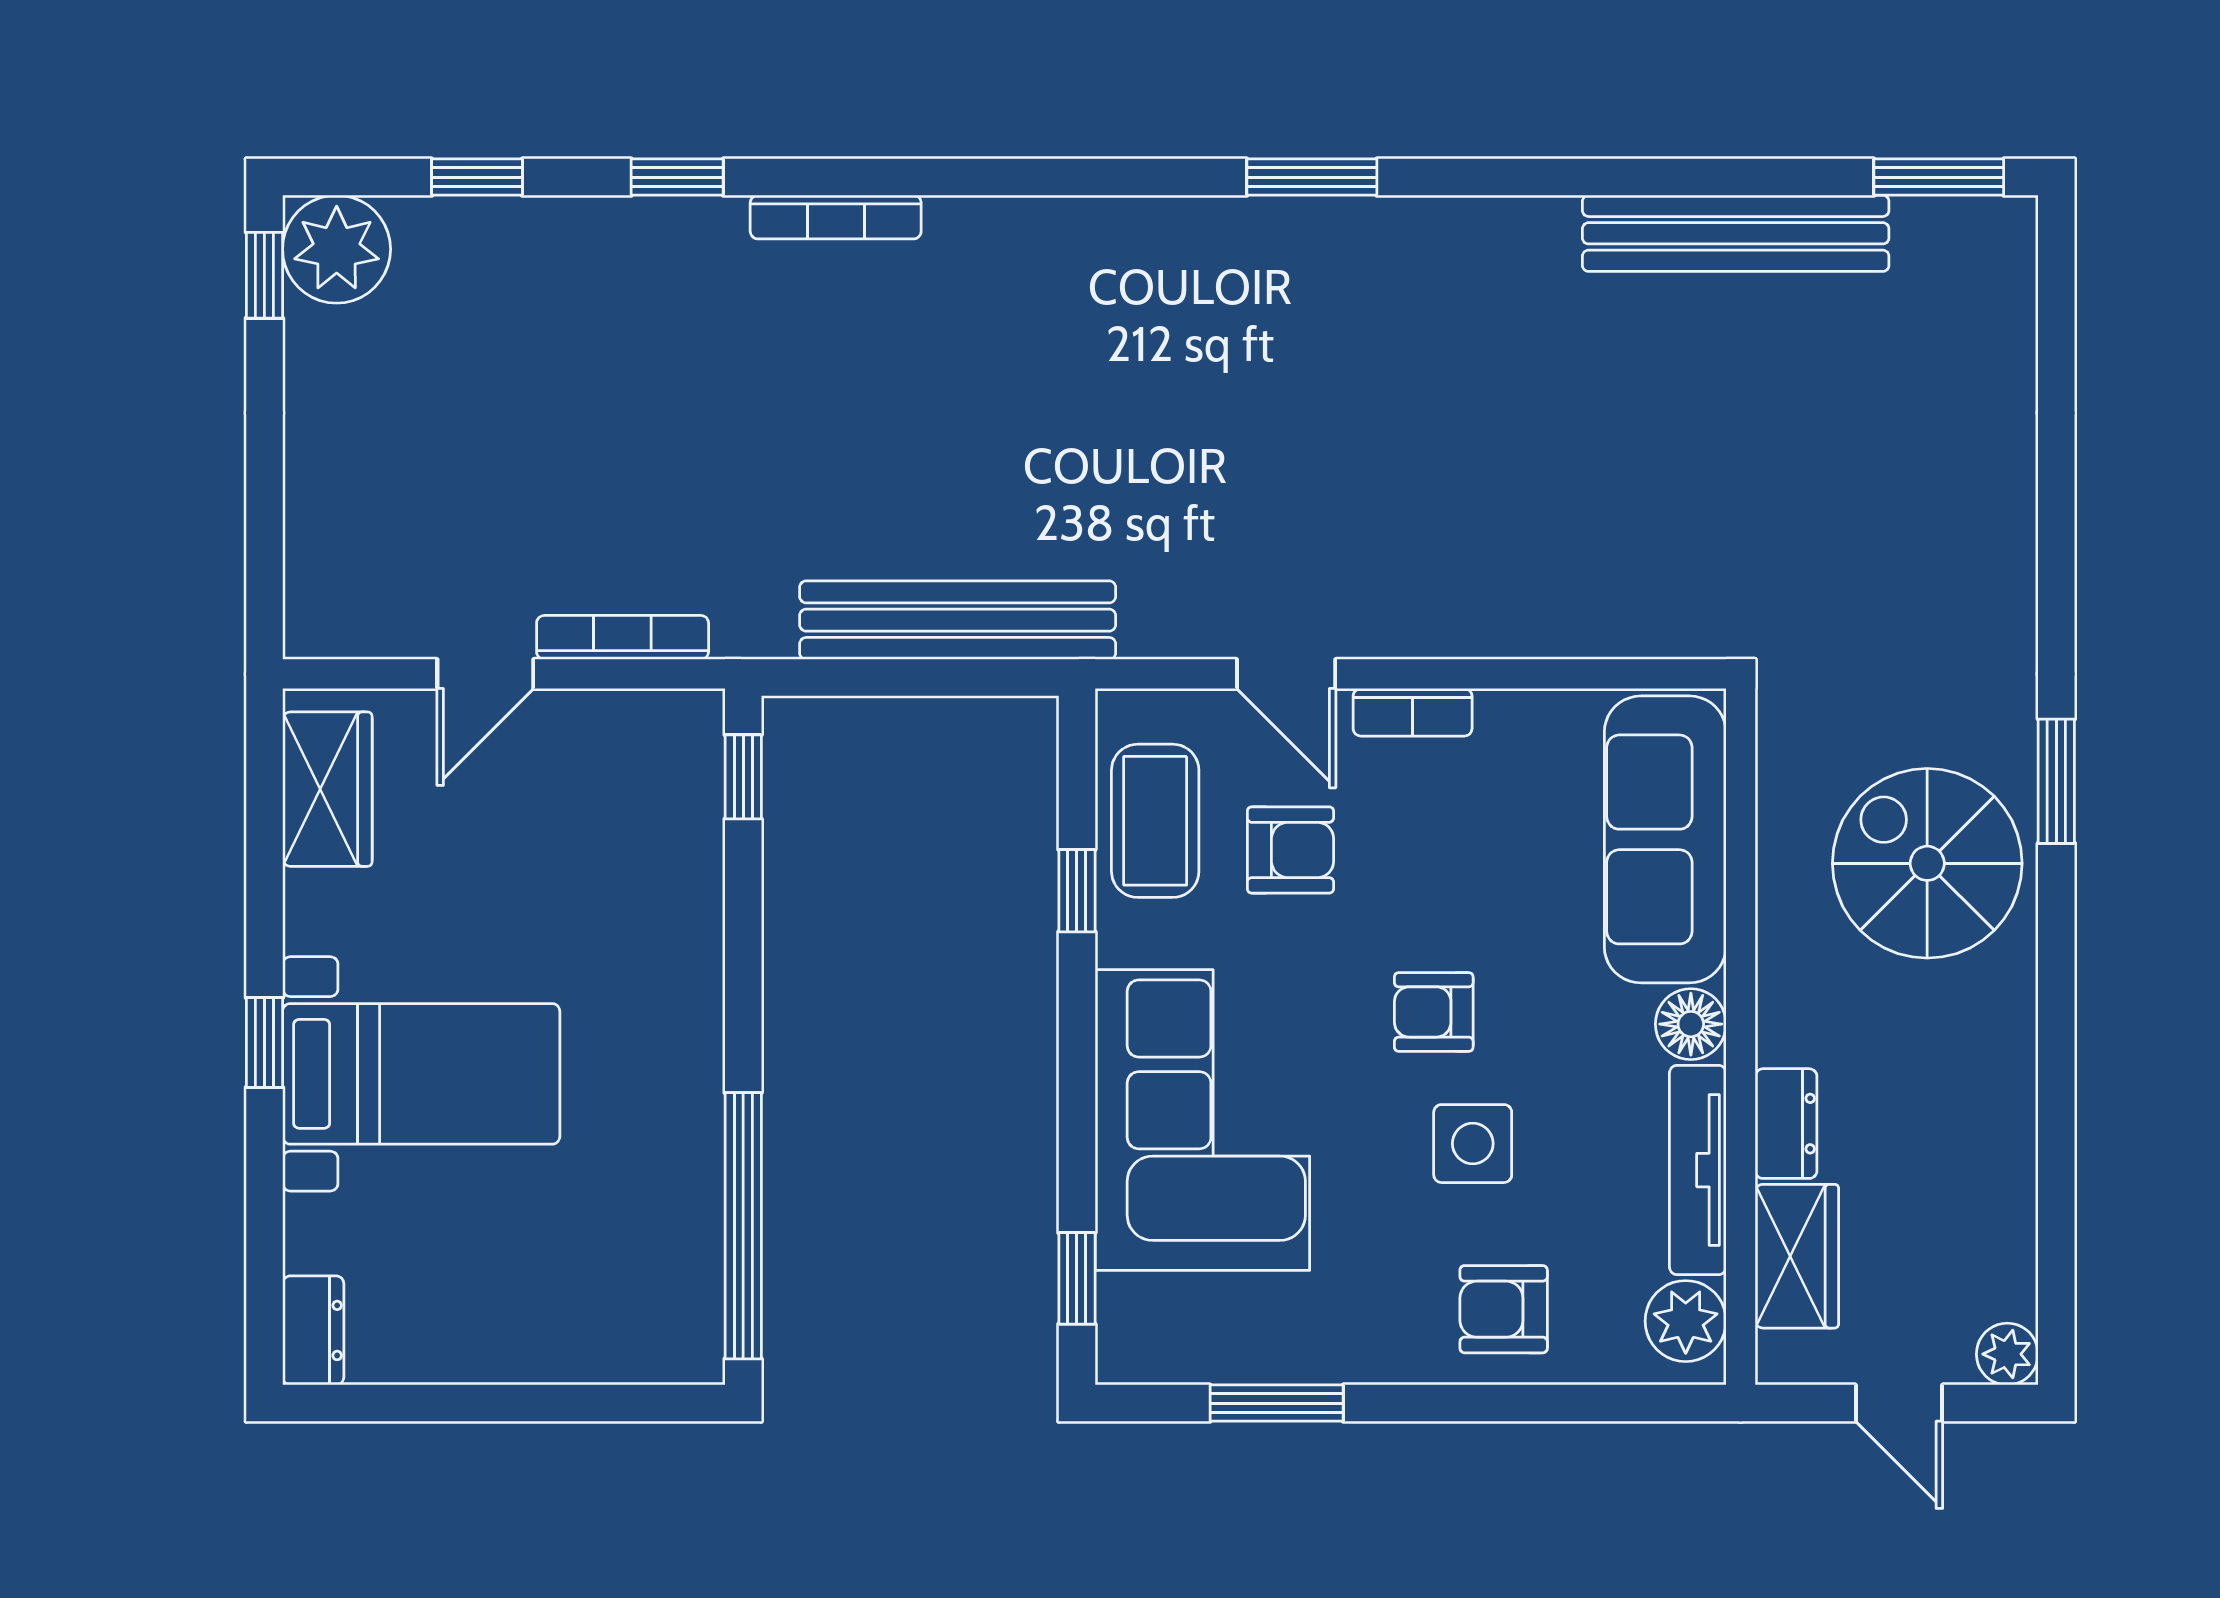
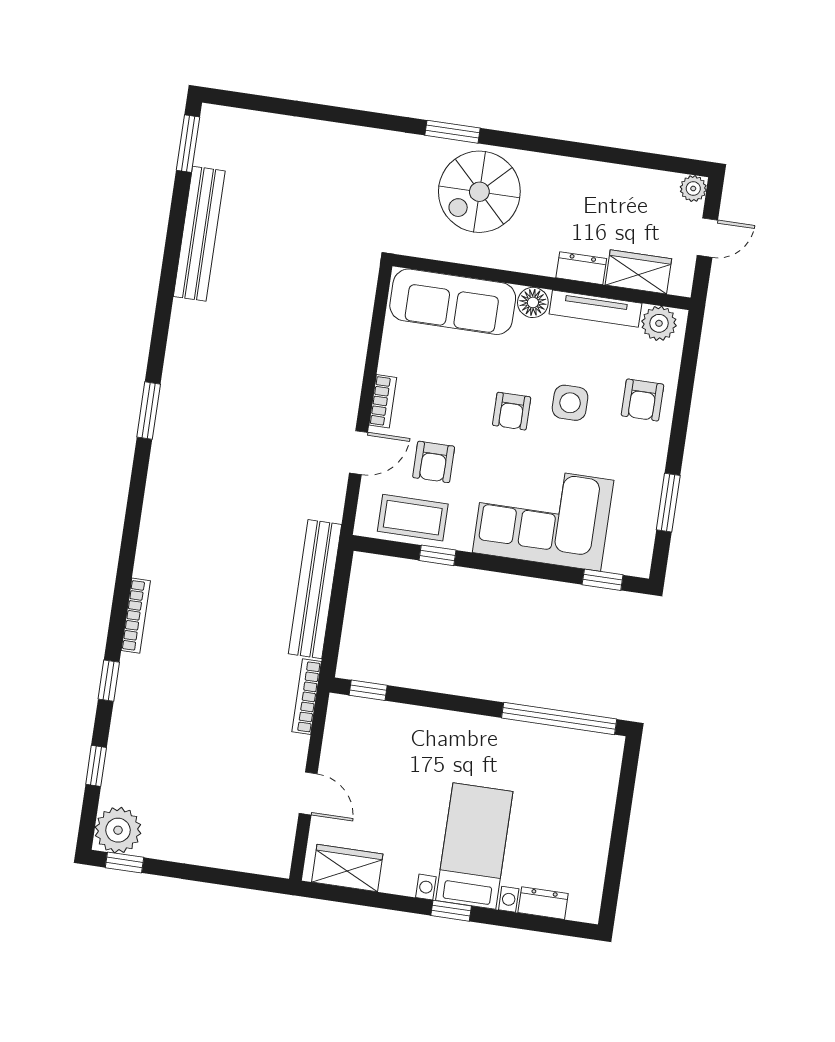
bookcase: (623, 637) -> (307, 697), moved
armchair: (1290, 850) -> (434, 462), turned 180
dresser: (313, 1330) -> (543, 903), moved

